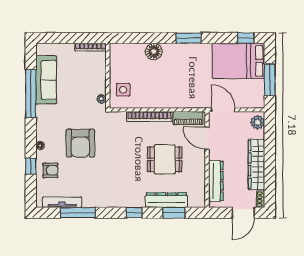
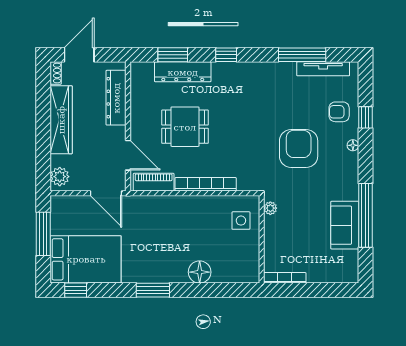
sofa: (46, 80) -> (345, 225), width x0.73

